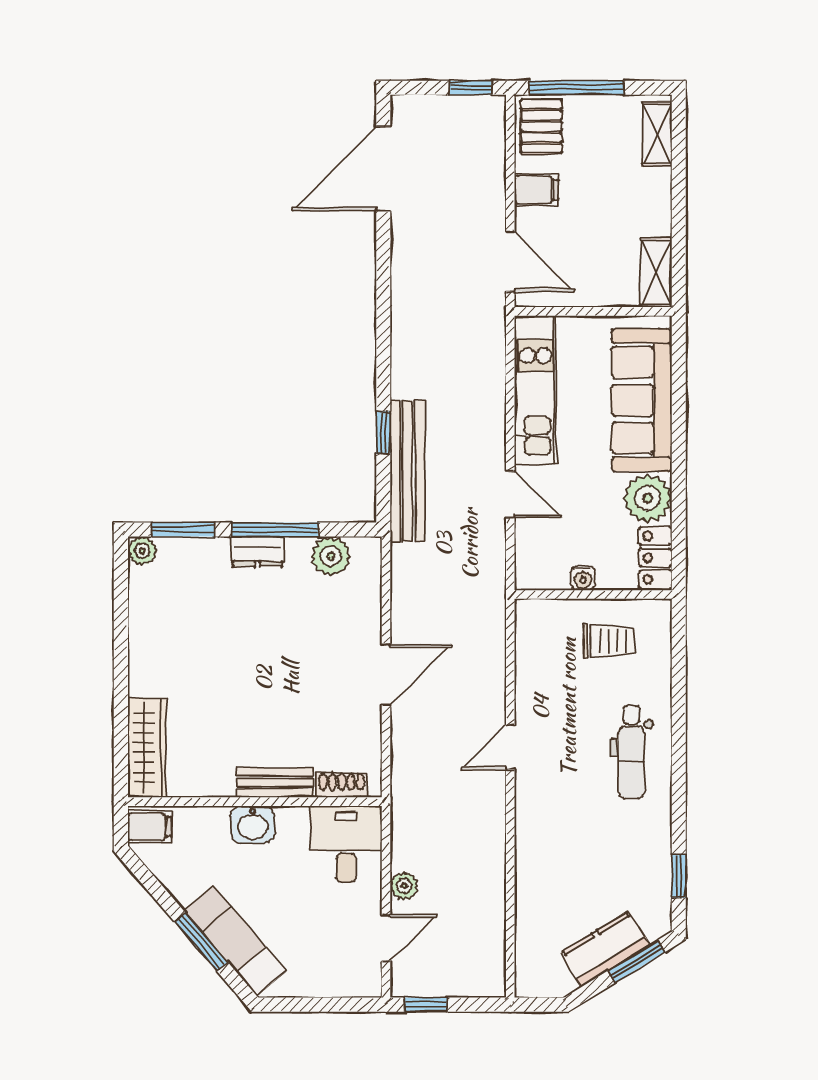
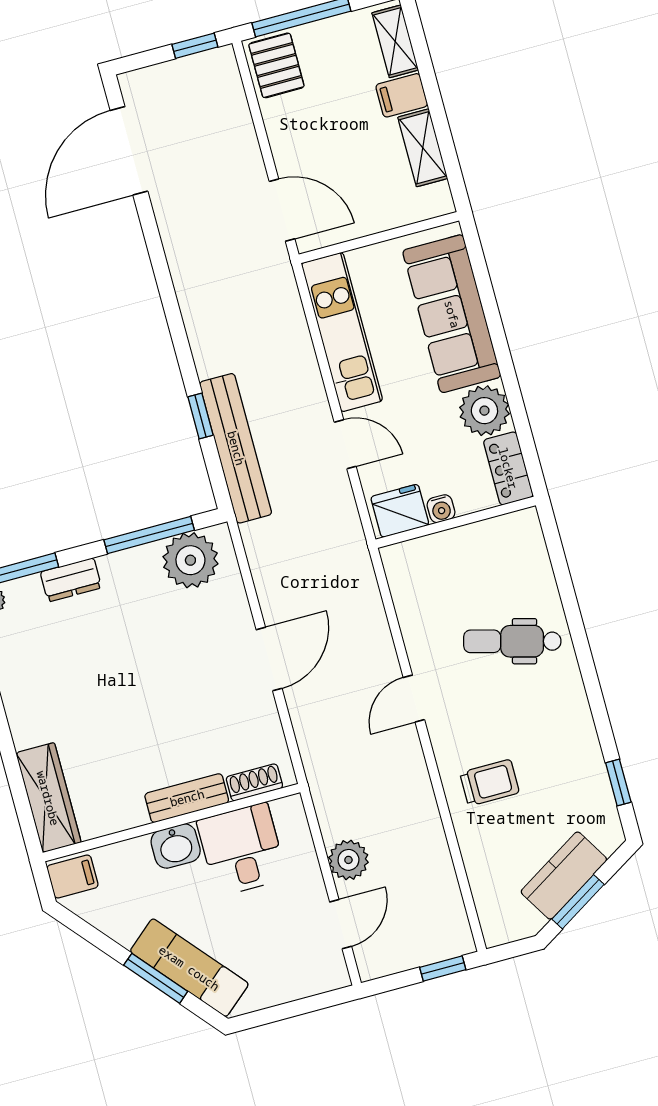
filing cabinet: (536, 190) -> (402, 95), moved, turned 180
shelving: (656, 273) -> (423, 148), moved
window: (275, 530) -> (149, 535), moved
dresser: (257, 552) -> (71, 580), moved
plant: (331, 556) -> (190, 560), width x1.36, depth x1.36
fridge: (544, 570) -> (400, 511), added
trolley: (609, 641) -> (489, 783), moved
dental chair: (631, 752) -> (512, 641), moved, turned 105
desk: (346, 844) -> (242, 850), moved
plant: (404, 886) -> (348, 860), width x1.38, depth x1.38
window: (637, 961) -> (578, 902), moved
window: (426, 1005) -> (443, 968), moved

